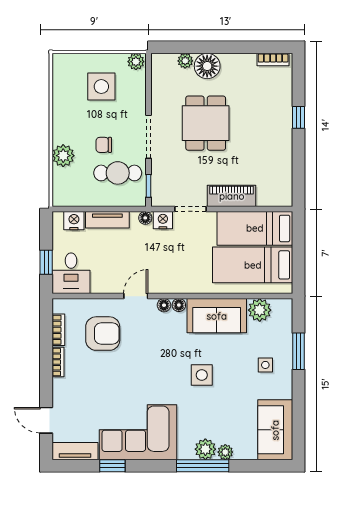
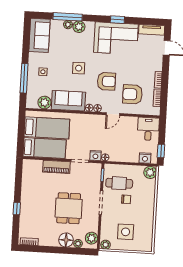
plant: (162, 72) -> (91, 238), added
plant: (63, 156) -> (150, 172), moved
tv unit: (107, 220) -> (126, 158), removed
window: (46, 262) -> (161, 151), moved
window: (298, 351) -> (24, 78), width x1.44
armchair: (151, 354) -> (106, 81), added
window: (112, 466) -> (117, 20), moved
window: (203, 466) -> (68, 17), moved

